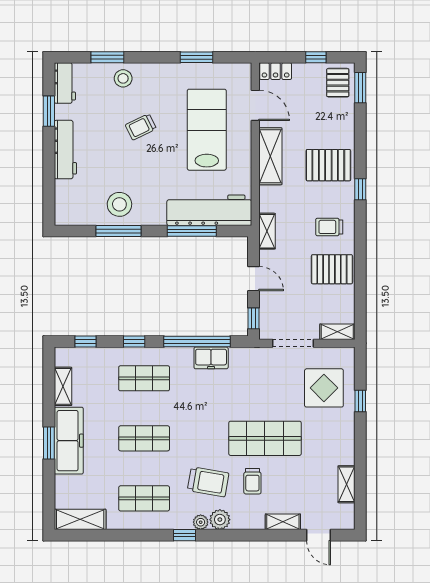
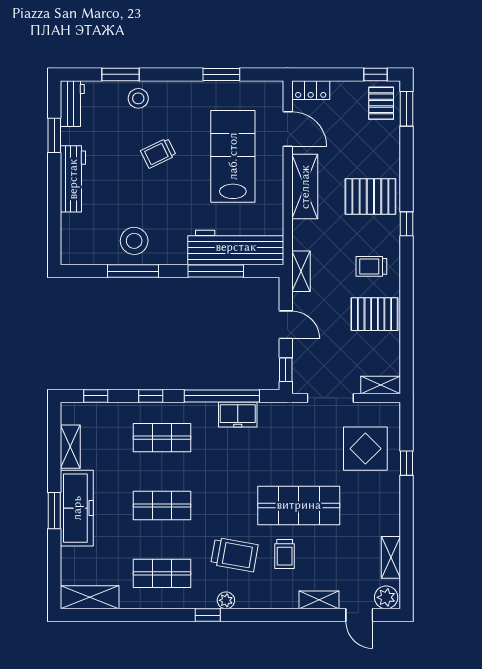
window: (316, 57) -> (376, 74), moved
plant: (220, 520) -> (386, 597), moved

